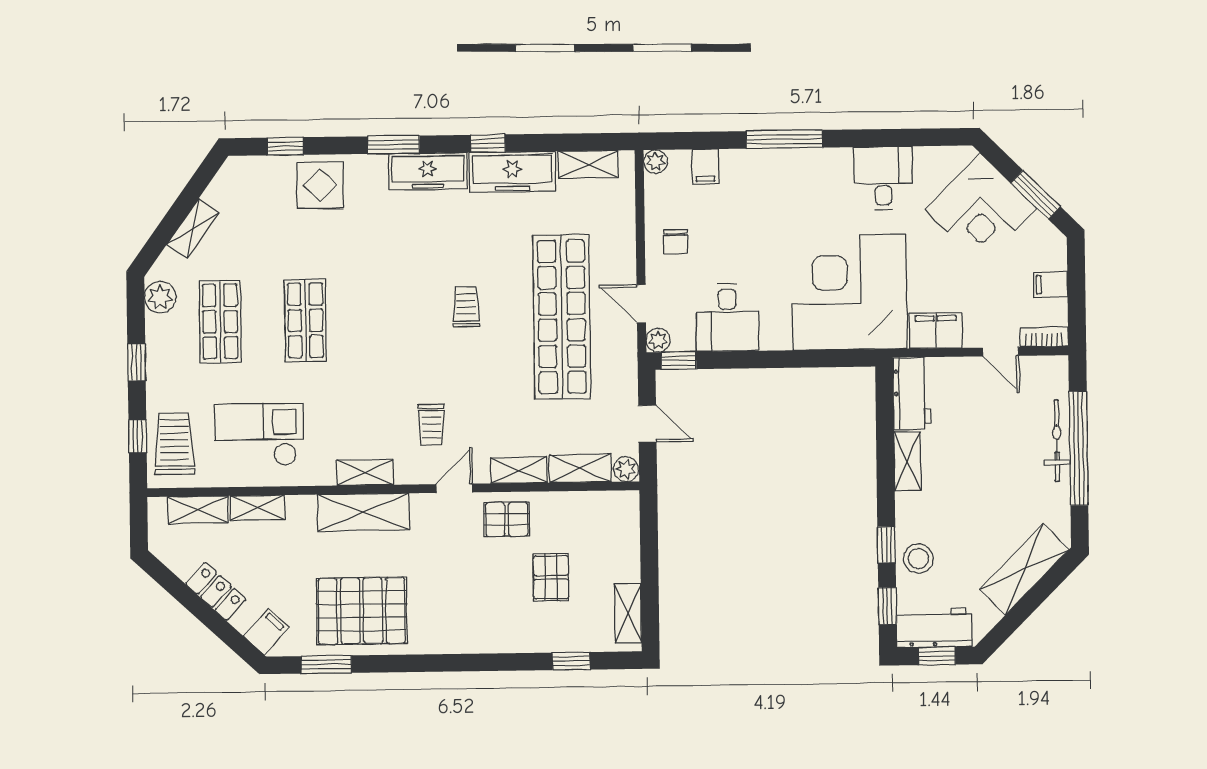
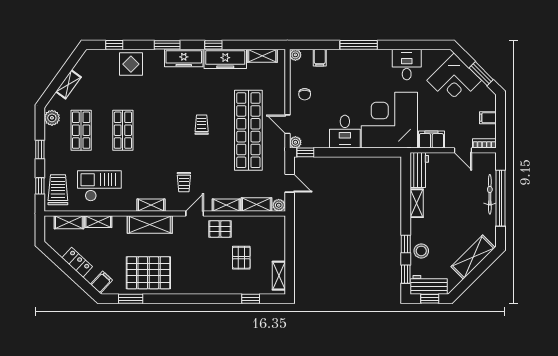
desk: (727, 317) -> (345, 132), moved

